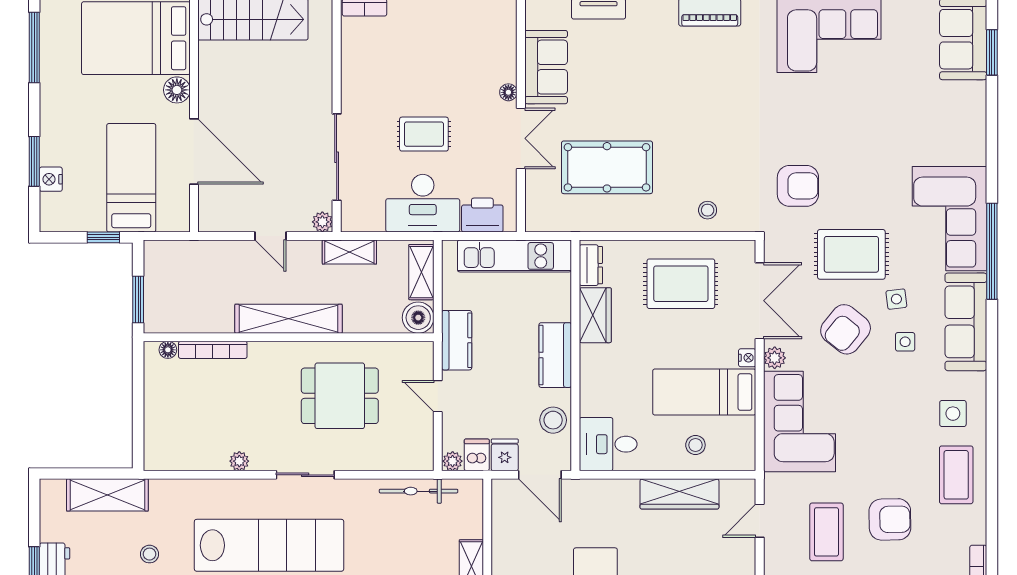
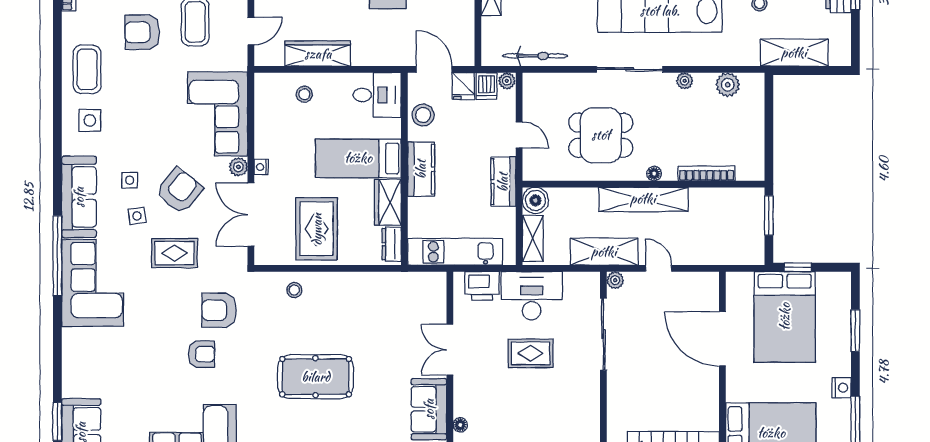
floor lamp: (177, 90) -> (737, 390), removed
floor lamp: (508, 92) -> (460, 425), moved
armchair: (819, 133) -> (201, 354), added
pool table: (607, 167) -> (316, 377), moved
bed: (131, 178) -> (785, 317), width x1.50
nightstand: (51, 179) -> (842, 388), moved
shelving: (349, 252) -> (604, 252), width x1.50, depth x1.33
rug: (851, 254) -> (174, 253), width x0.73, depth x0.70
rug: (681, 284) -> (317, 229), turned 90
floor lamp: (168, 350) -> (654, 174), moved
bed: (704, 392) -> (358, 158), moved, turned 180
plant: (188, 456) -> (728, 85), added
sliding door: (305, 475) -> (630, 69), width x1.37

